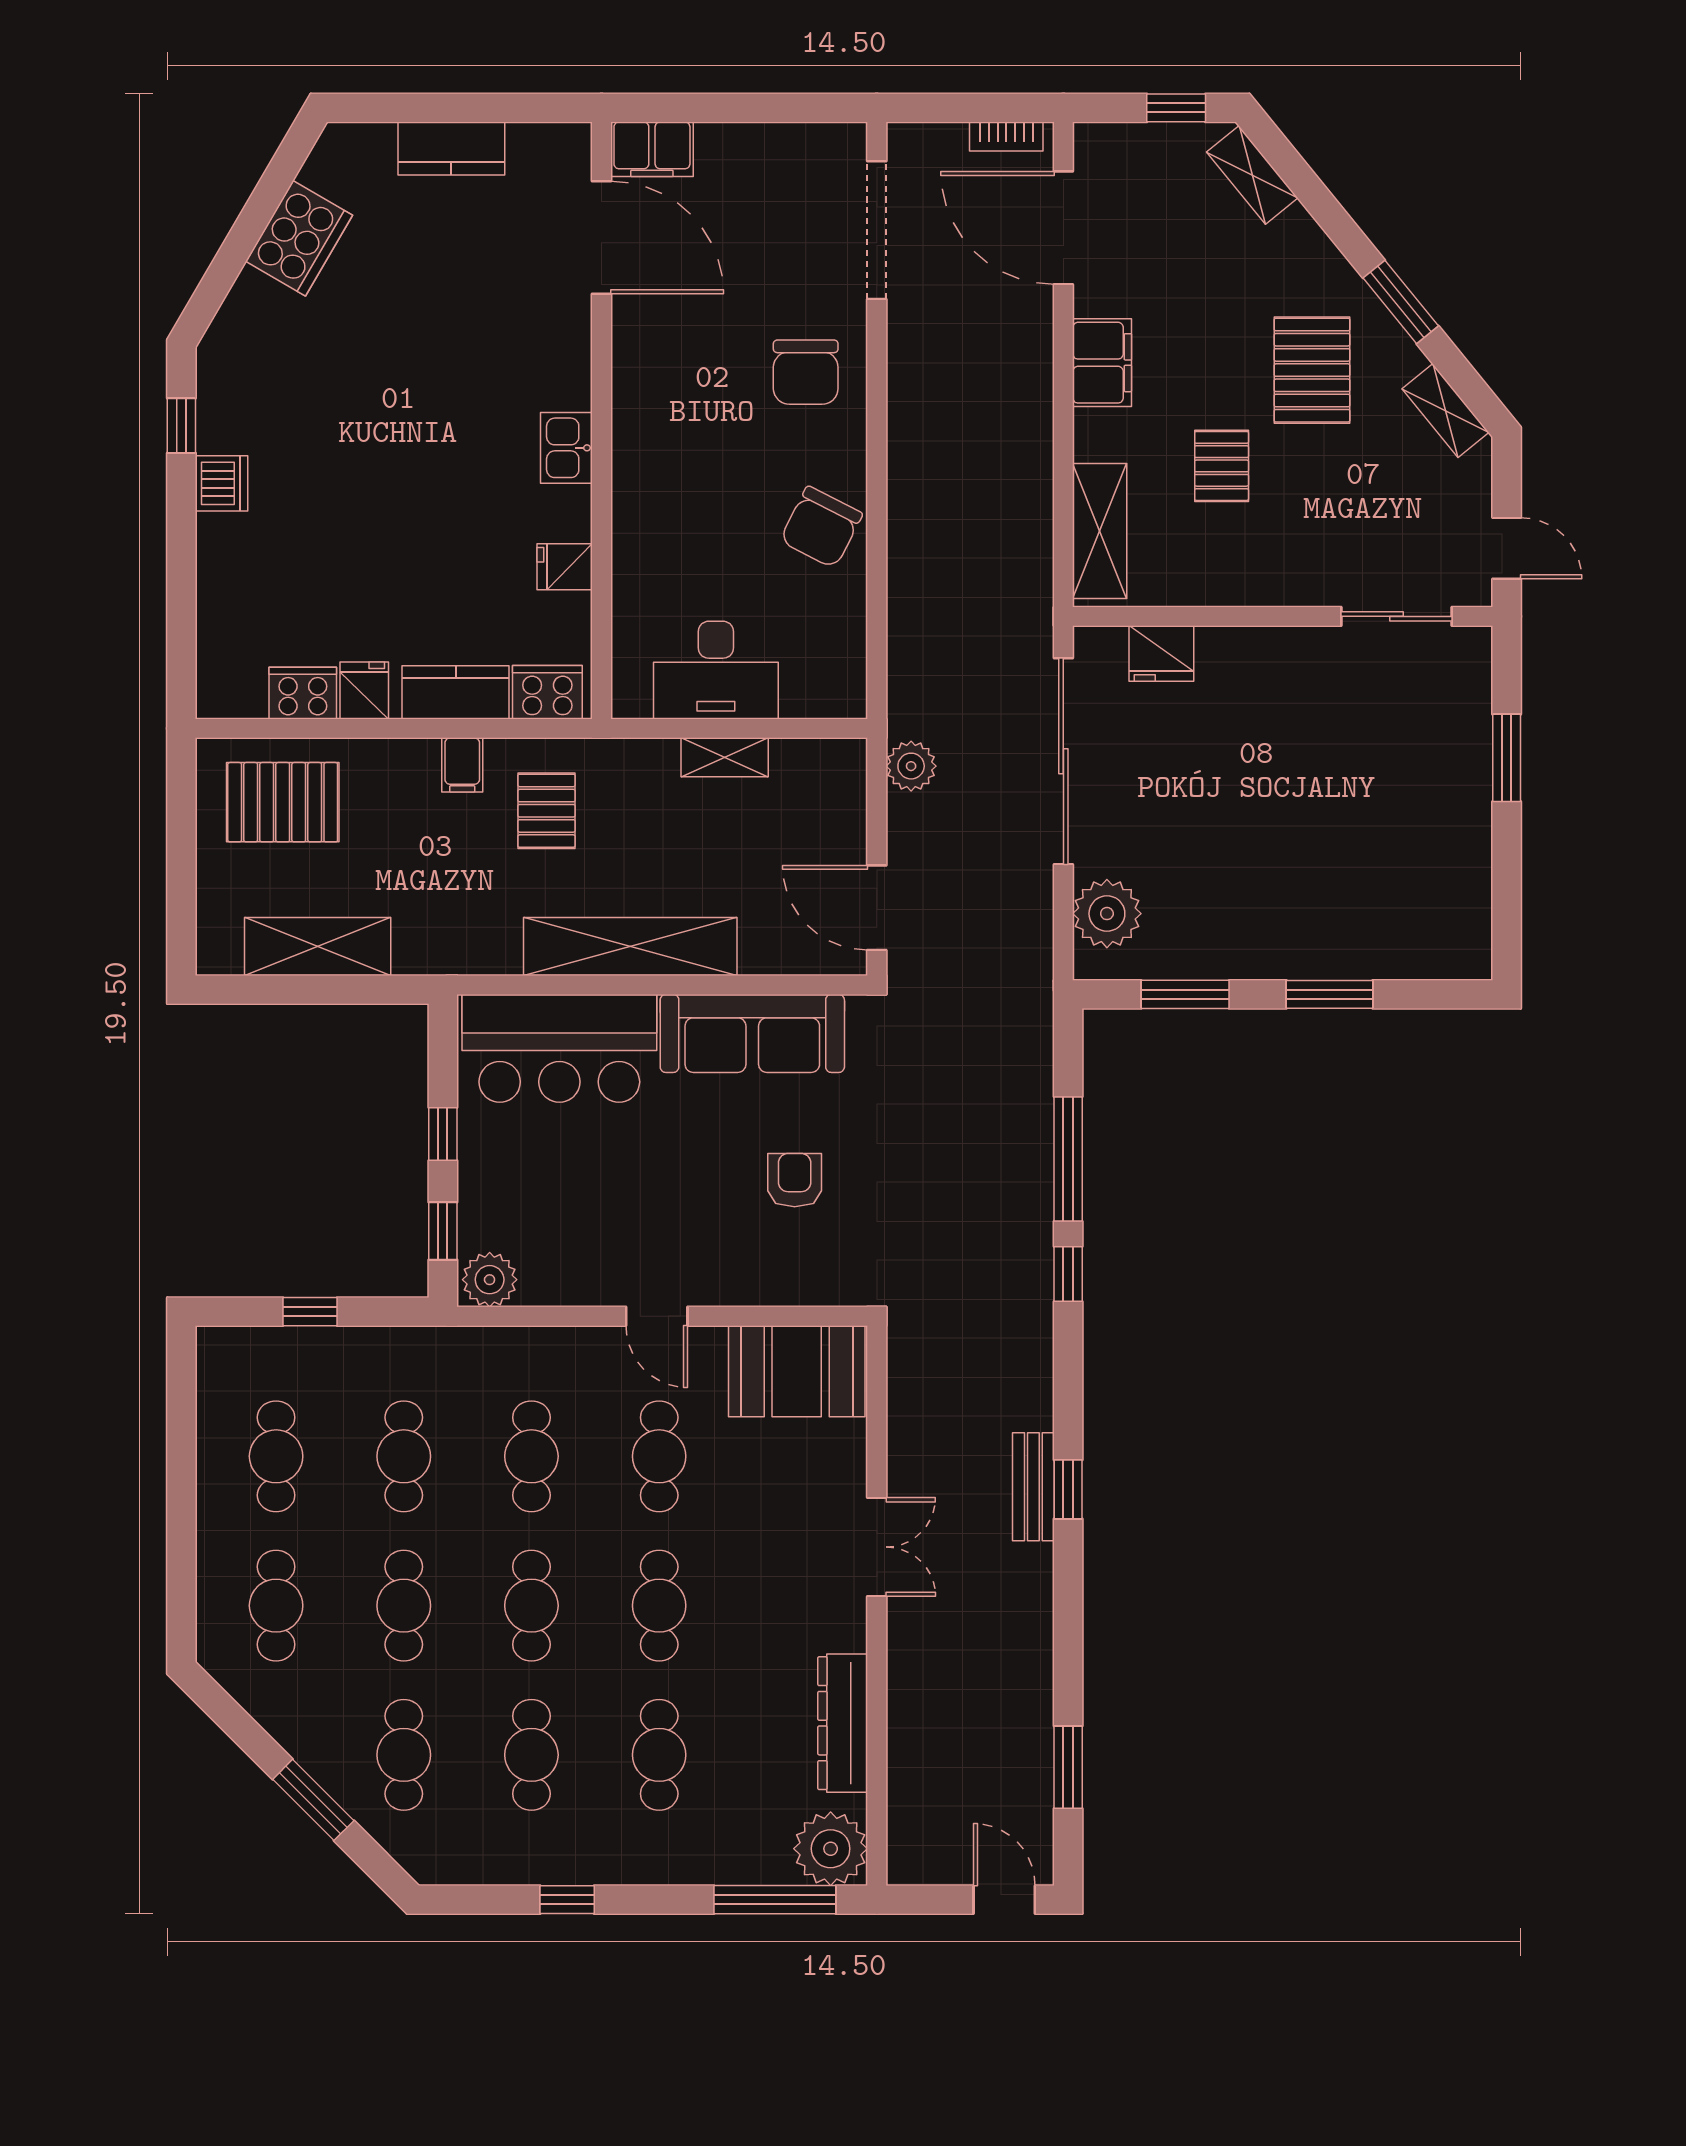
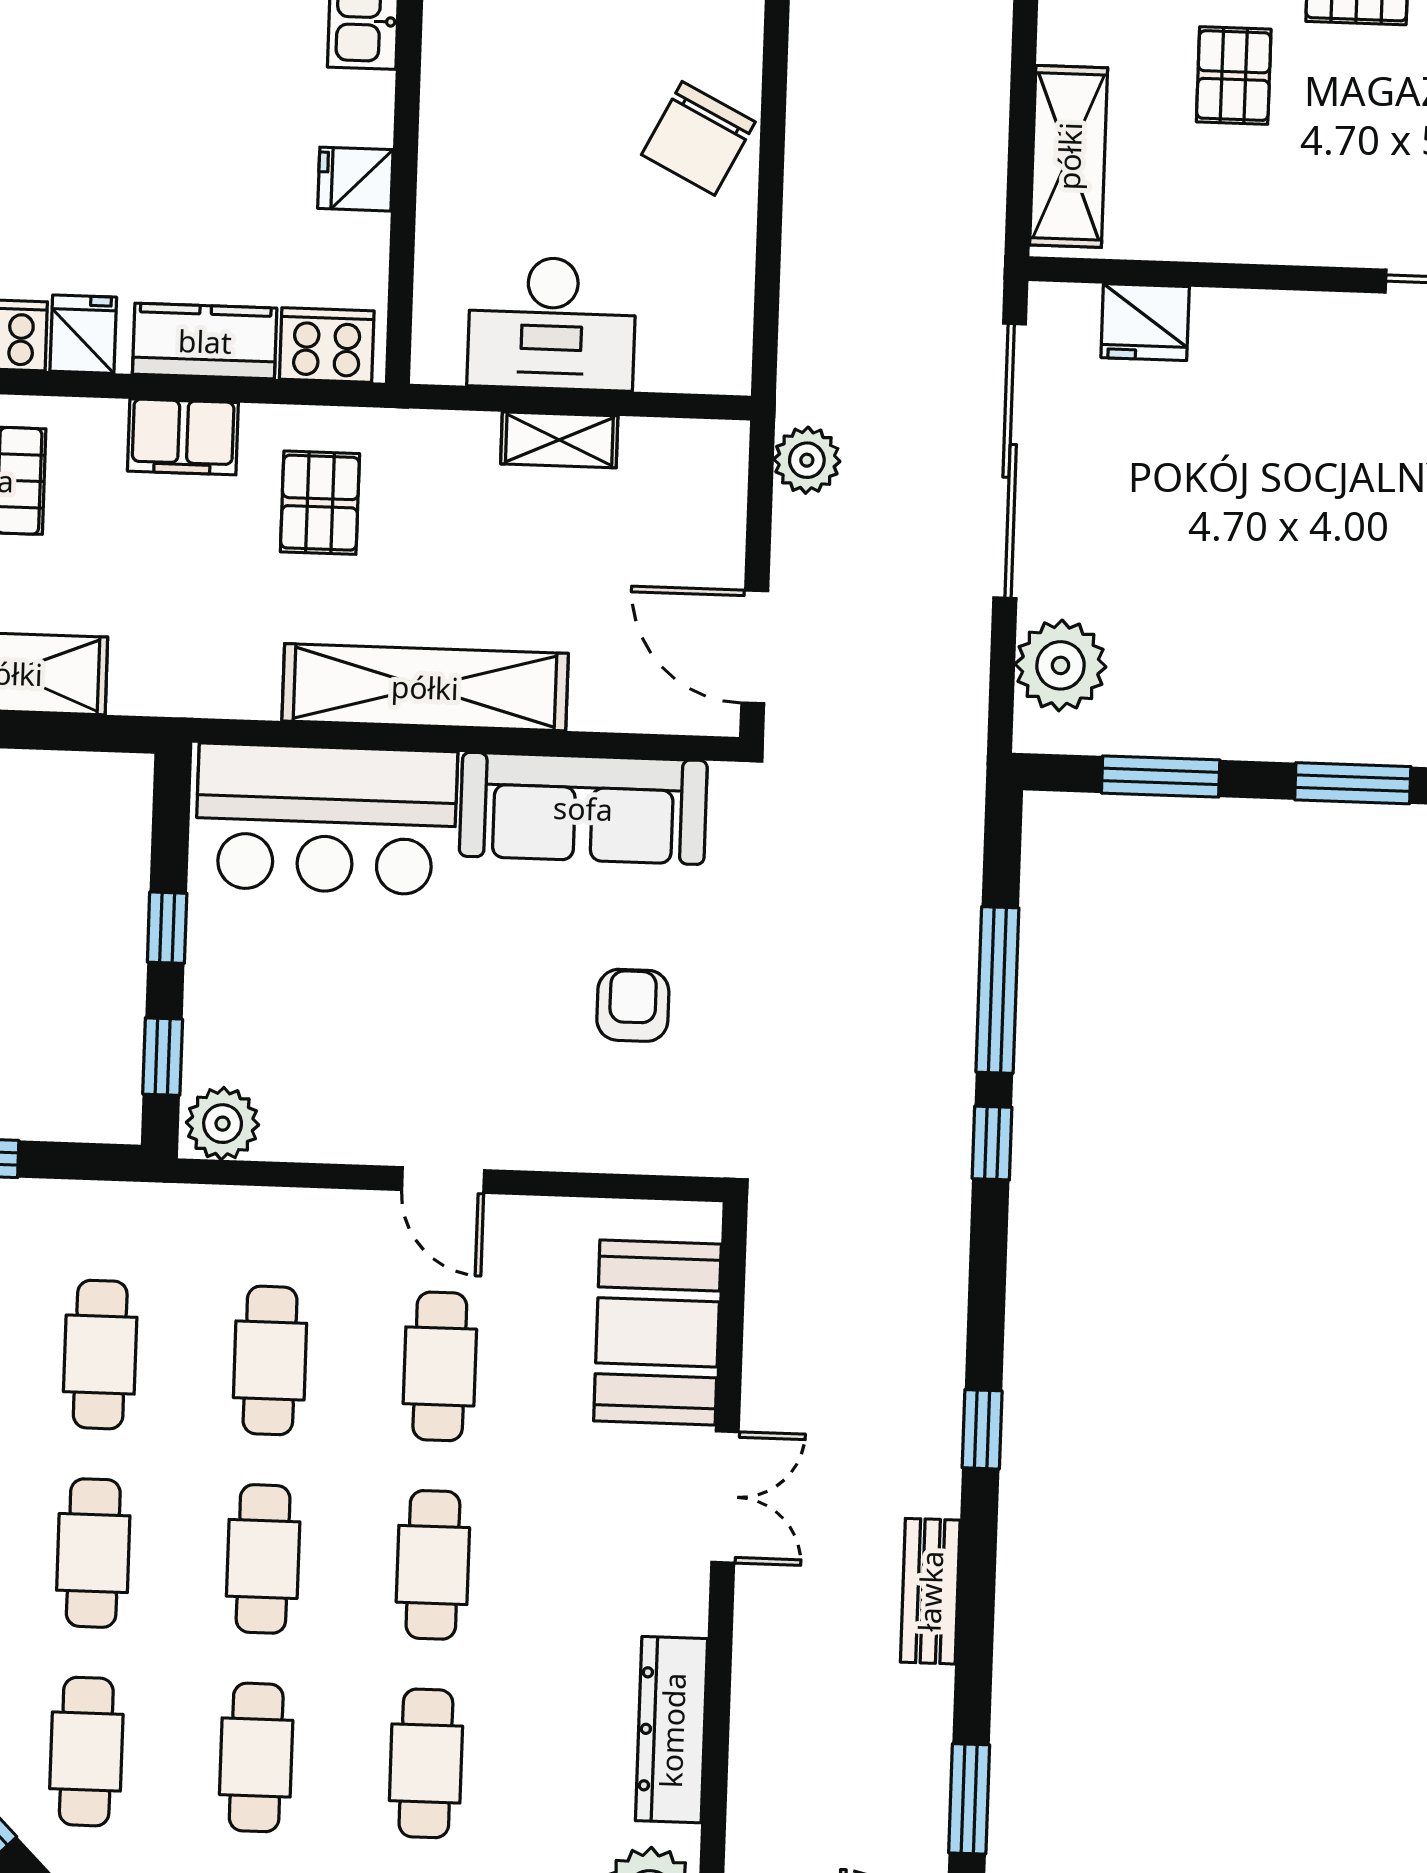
filing cabinet: (462, 765) -> (183, 437), width x2.00
booth: (797, 1371) -> (657, 1332), moved, turned 90
bench: (1033, 1487) -> (930, 1591), moved

